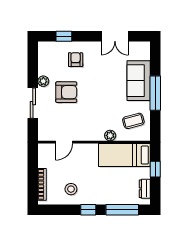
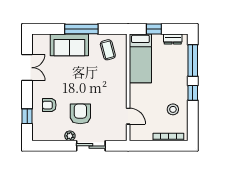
plant: (110, 135) -> (122, 72), removed

